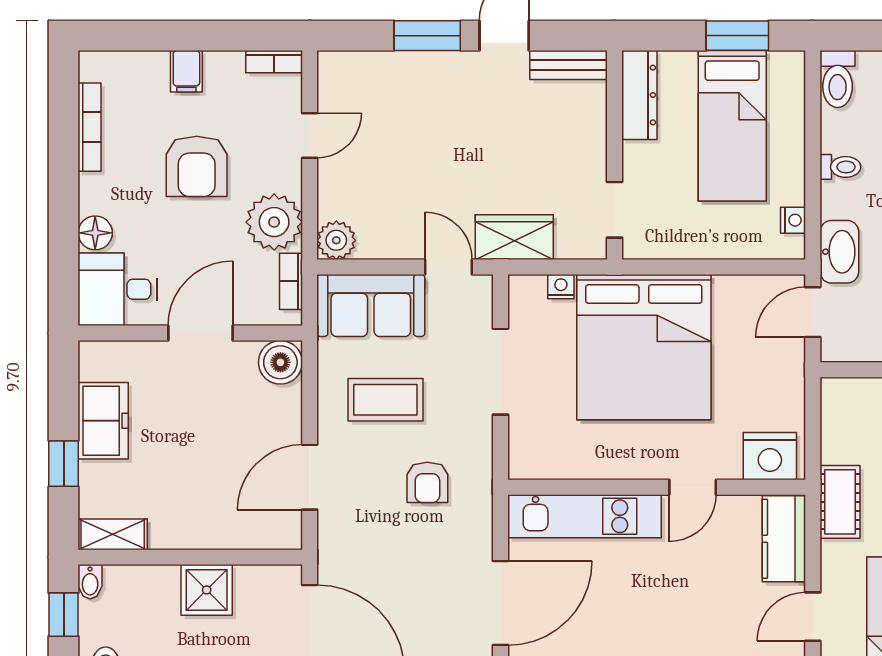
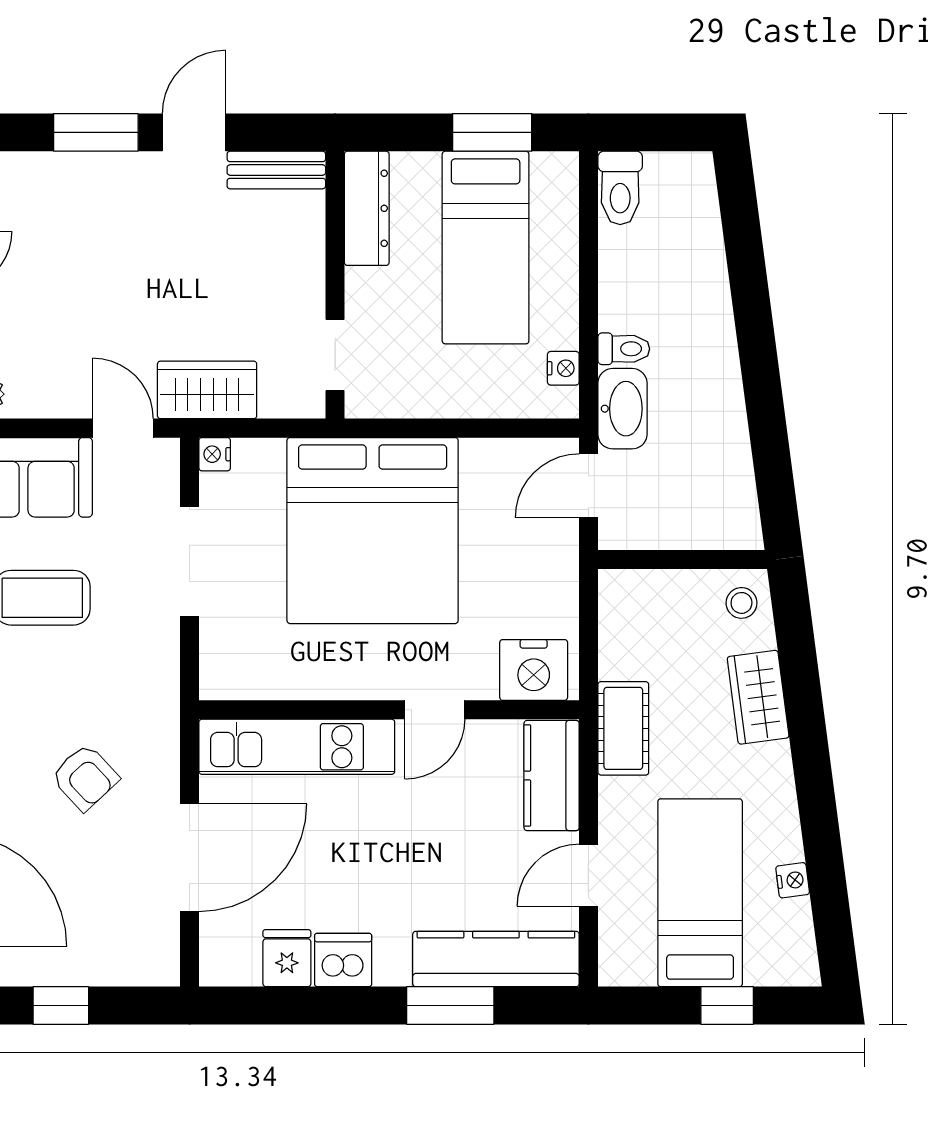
toilet: (840, 167) -> (624, 349), moved
nightstand: (561, 287) -> (215, 454), moved, turned -90
armchair: (427, 482) -> (85, 777), moved, turned -43

